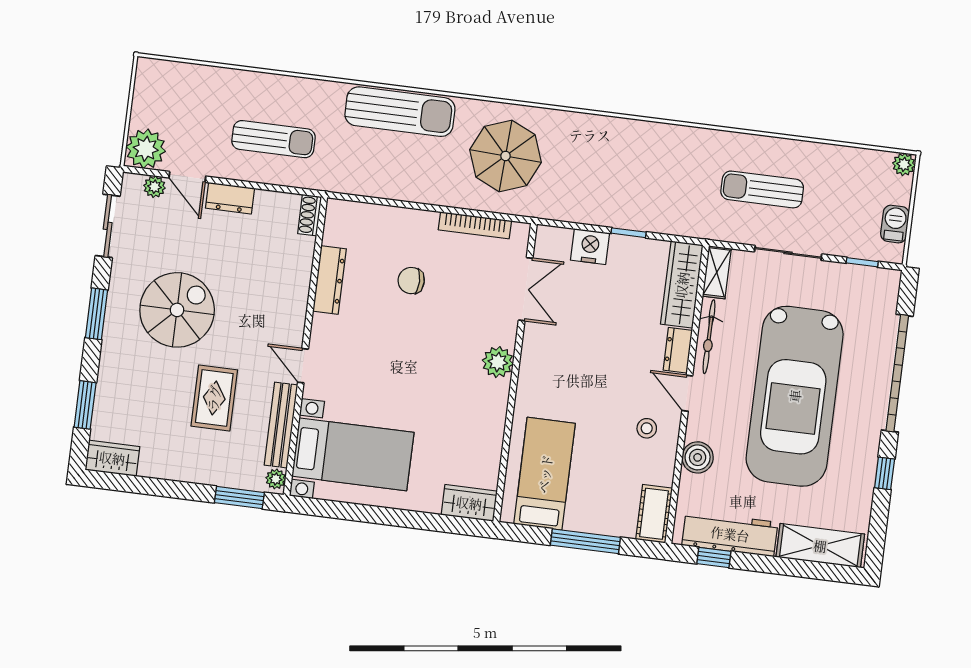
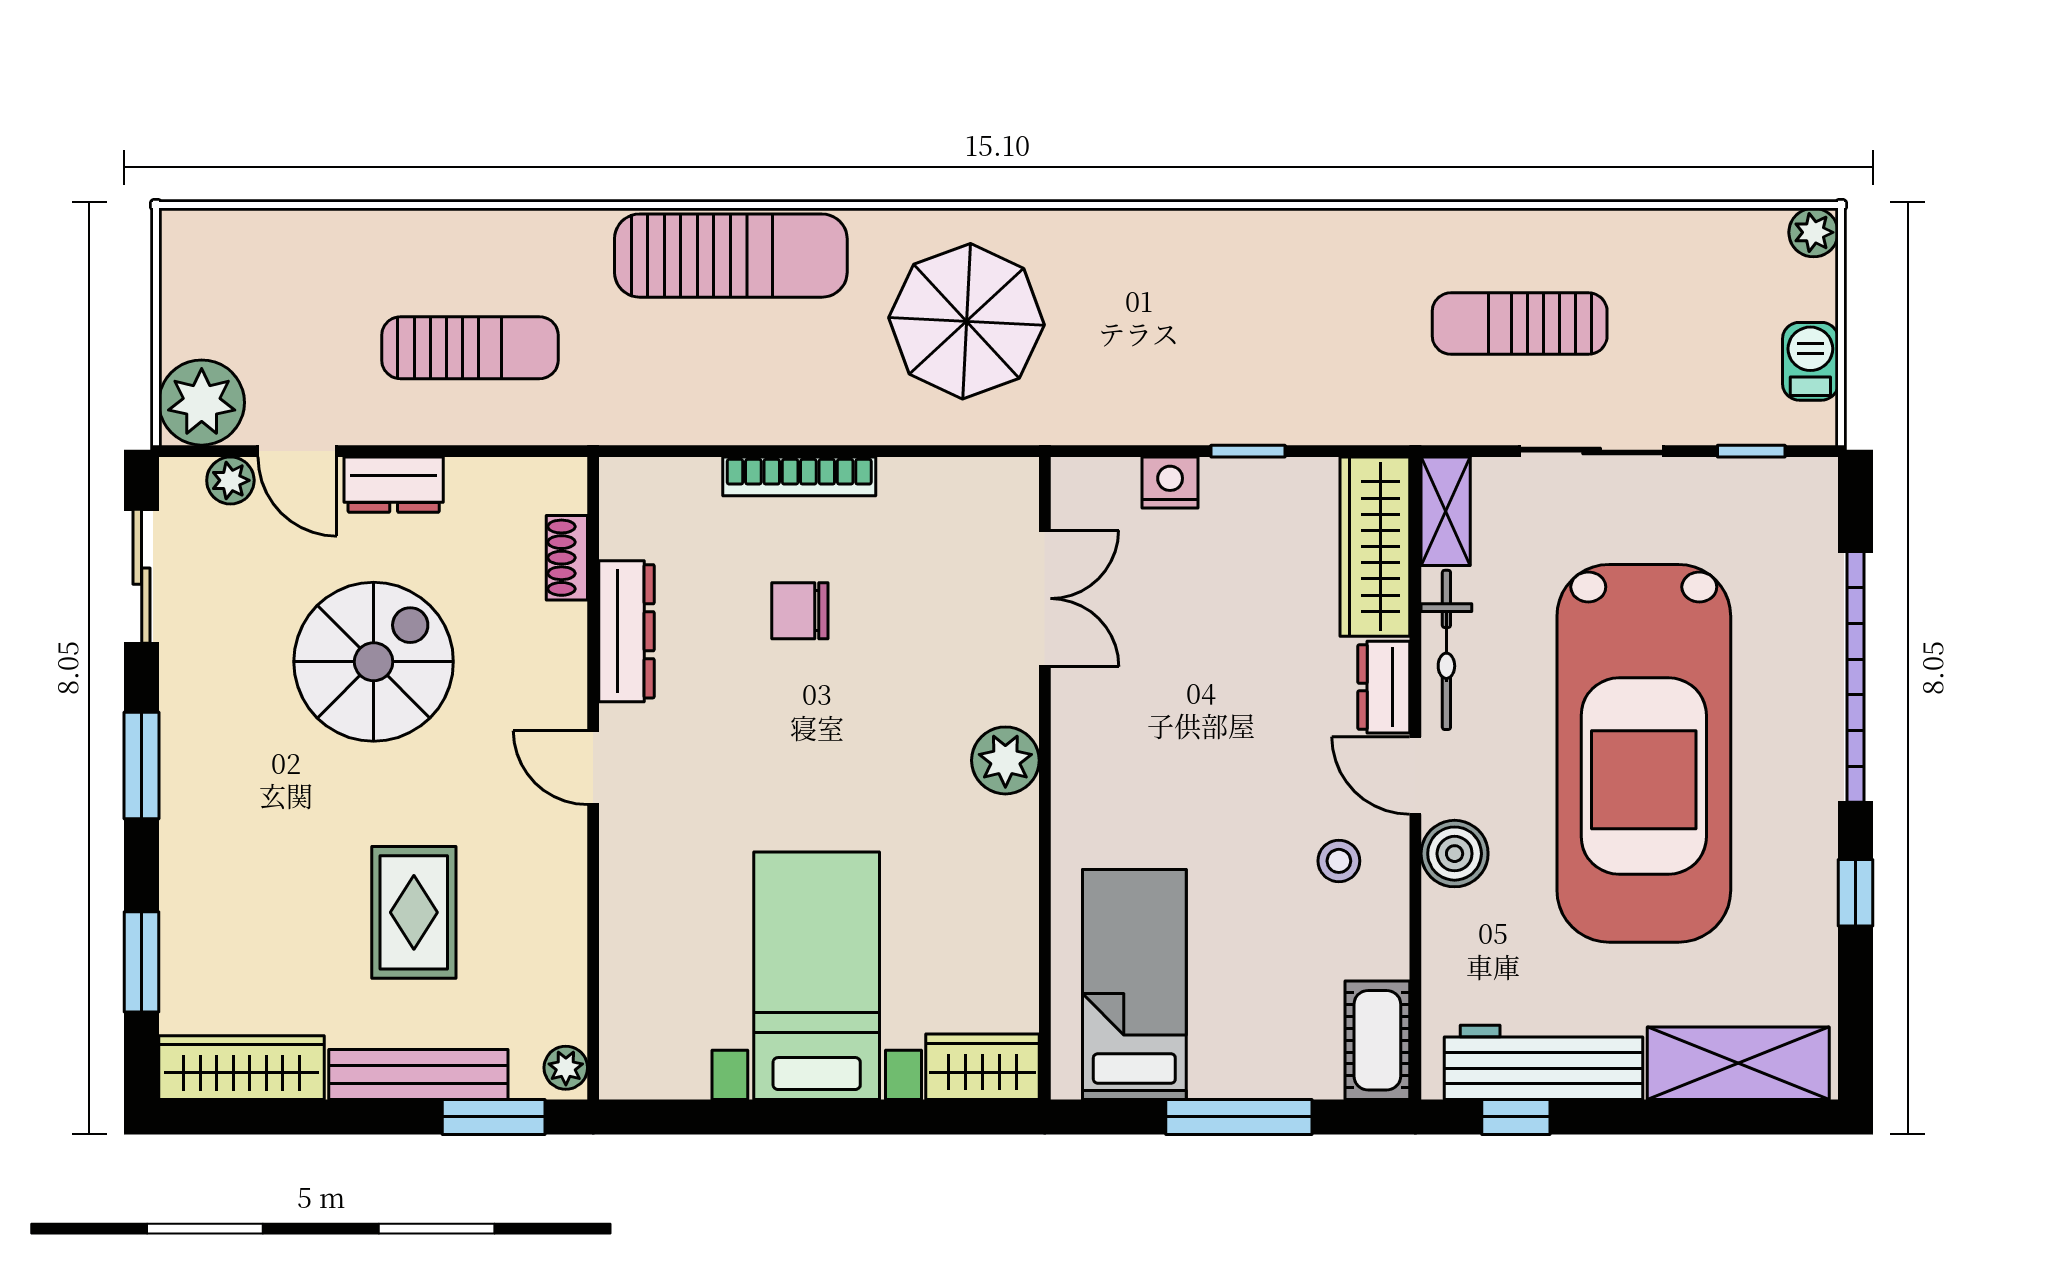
shoe rack: (310, 215) -> (567, 558), moved
bookcase: (475, 225) -> (799, 476), moved
nightstand: (590, 247) -> (1170, 482), width x0.74, depth x0.75
spiral stairs: (177, 310) -> (374, 662), moved
door: (303, 366) -> (593, 768), moved
bench: (281, 425) -> (418, 1075), moved, turned 90
bed with nightstands: (353, 454) -> (817, 976), moved, turned -90
boiler: (698, 457) -> (1455, 854), moved
wardrobe: (112, 458) -> (242, 1068), width x1.50

